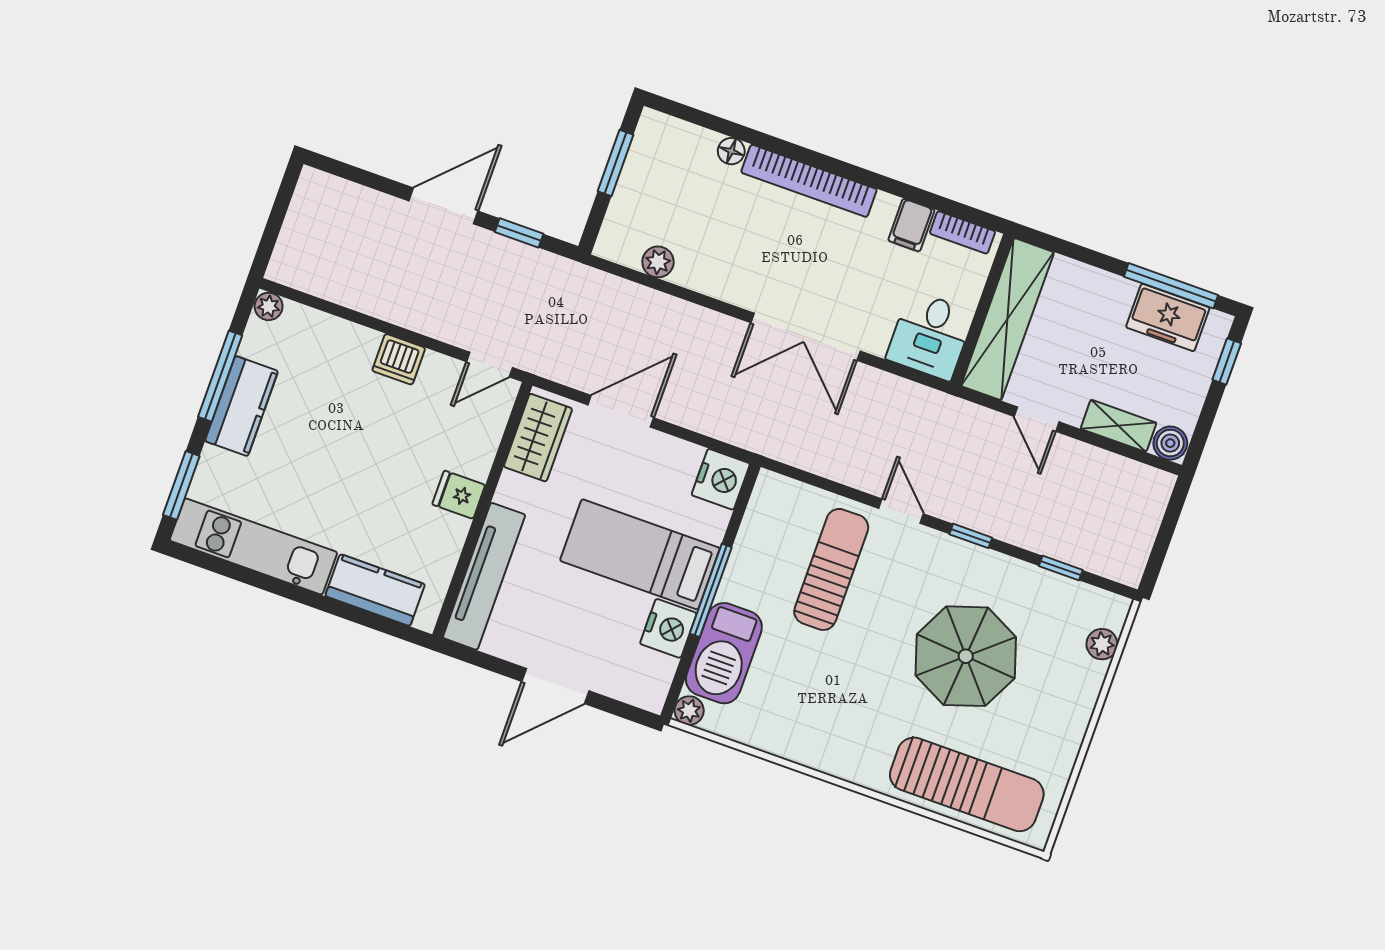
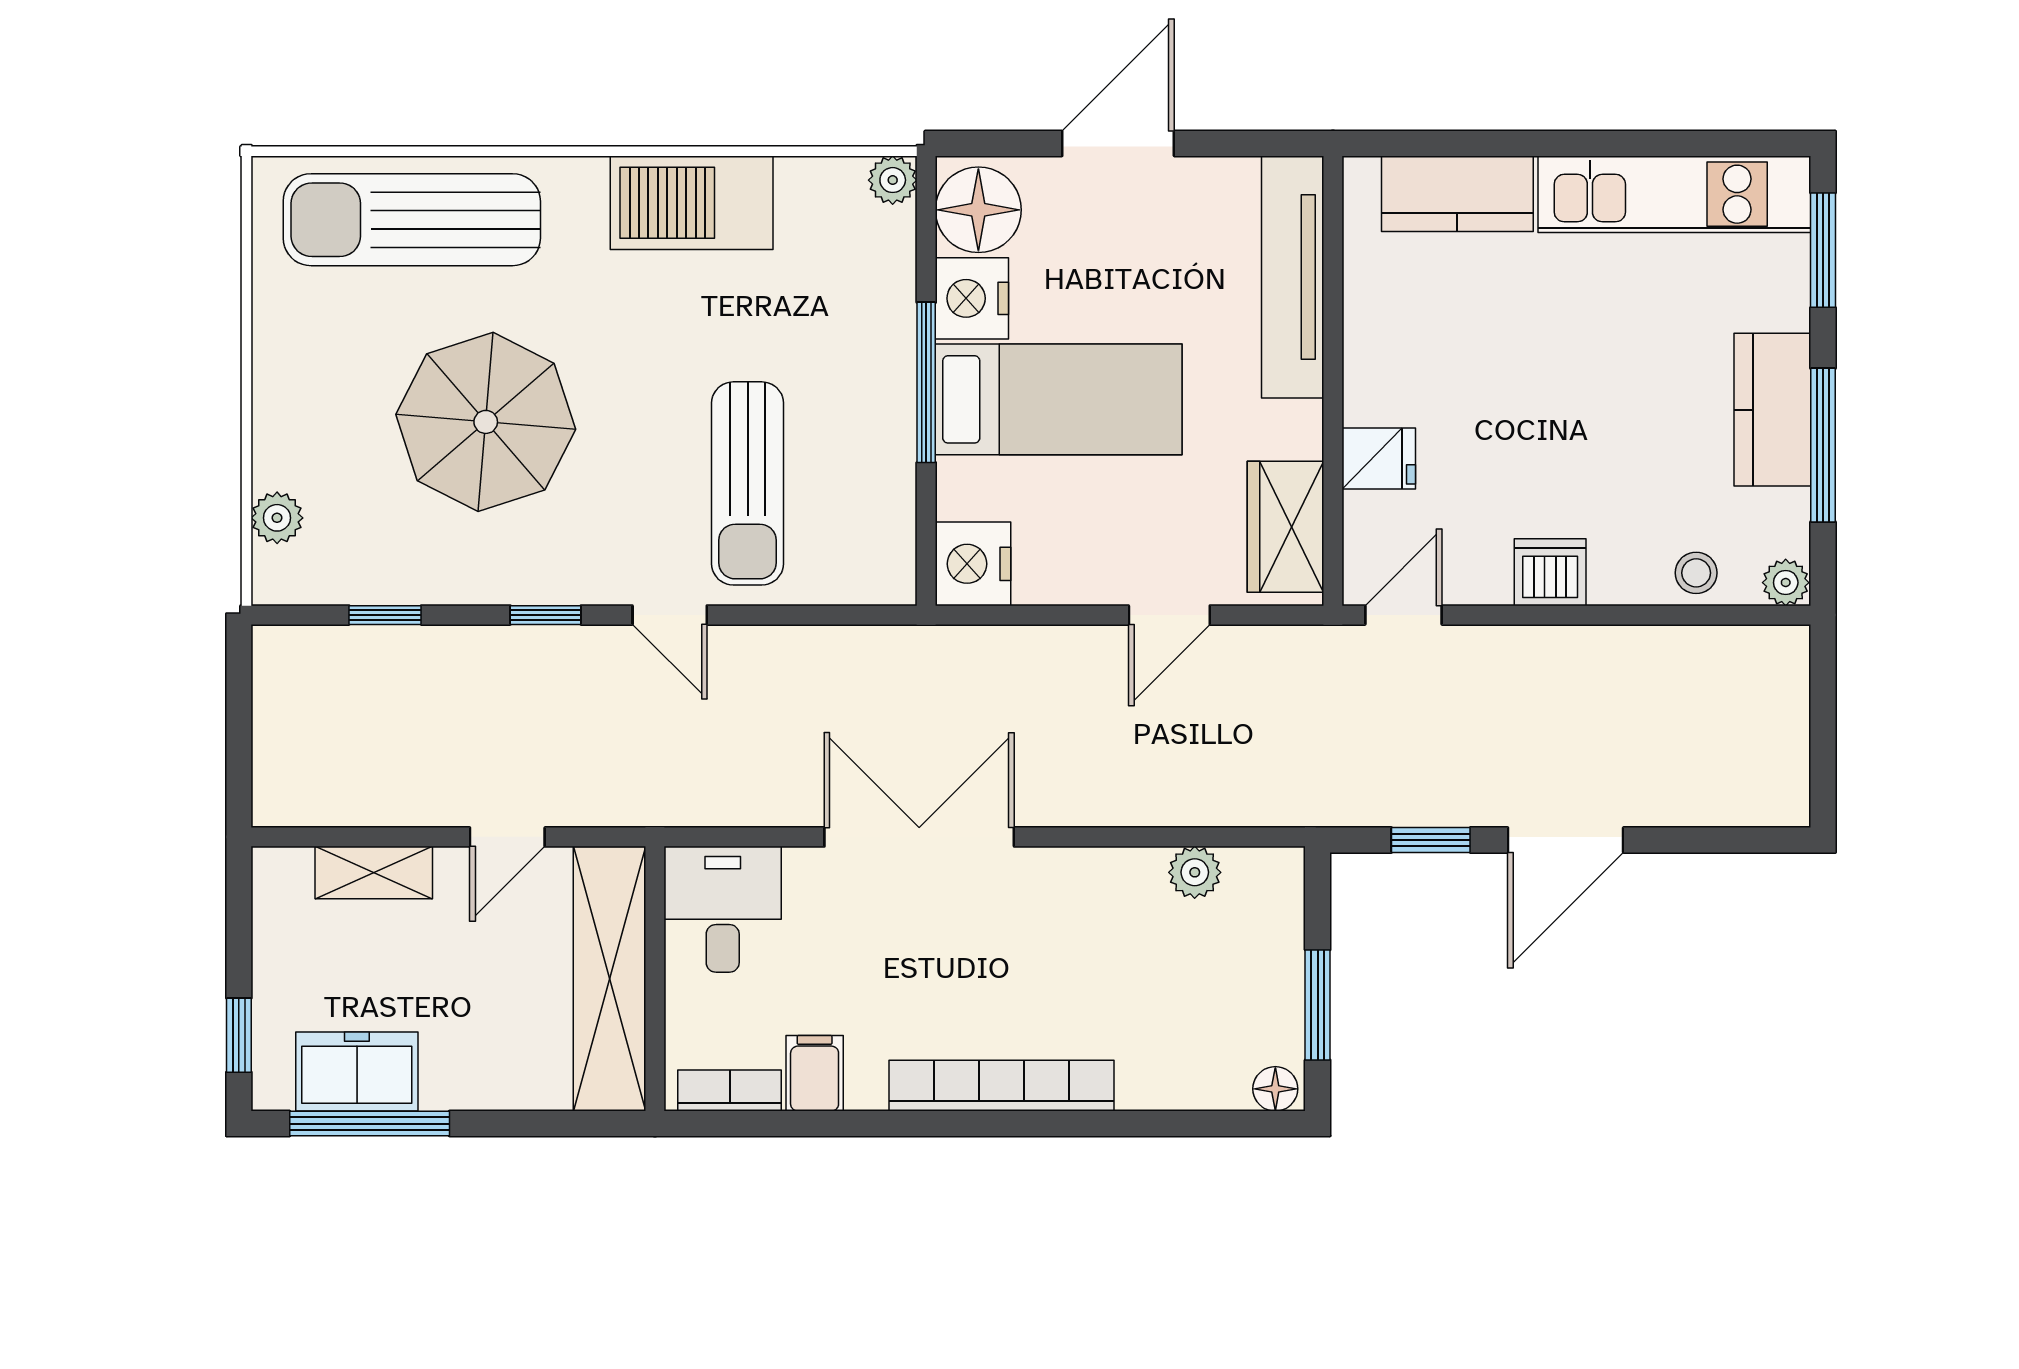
floor lamp: (731, 151) -> (1275, 1089), moved
stool: (317, 330) -> (1696, 573), added
door: (621, 411) -> (1169, 615), width x0.73
door: (1037, 419) -> (507, 837), swing flipped
boiler: (1170, 443) -> (282, 874), removed
fridge: (459, 495) -> (1379, 458), moved
barbecue: (724, 653) -> (692, 203), moved, turned -90
floor lamp: (647, 677) -> (978, 210), added

